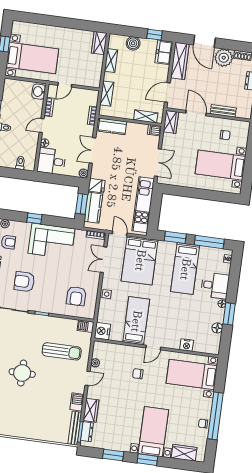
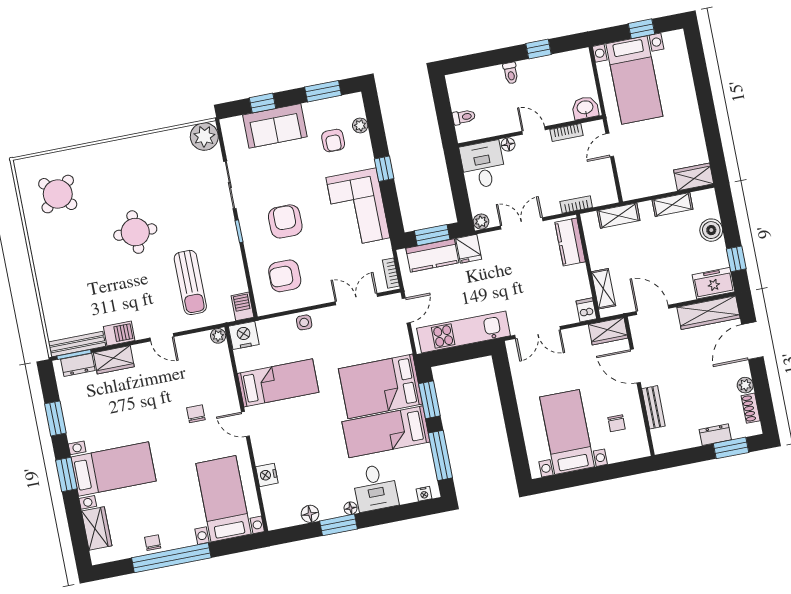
plant: (224, 58) -> (745, 385), width x0.53, depth x0.53
door: (65, 85) -> (610, 145), hinge flipped
door: (196, 113) -> (635, 366), swing flipped
bed: (140, 260) -> (380, 386), moved
armchair: (24, 282) -> (285, 221), moved
plant: (95, 363) -> (218, 336), moved

